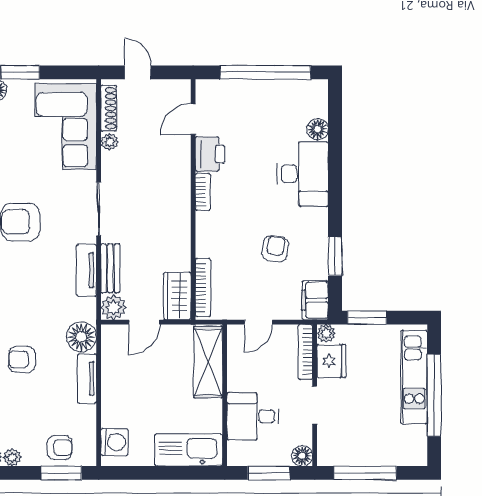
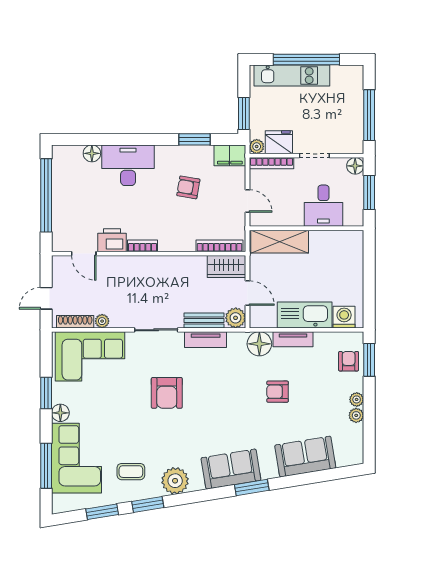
armchair: (22, 359) -> (278, 392), turned 90
kitchen sink: (189, 450) -> (305, 315), moved, turned 90

